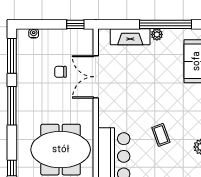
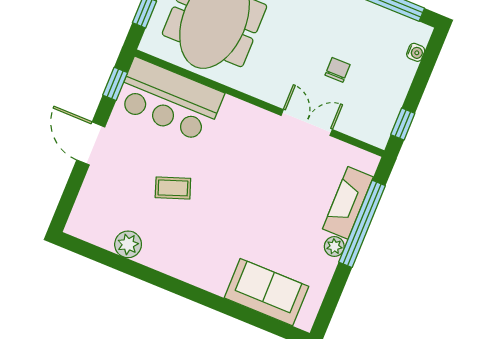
window: (166, 24) -> (362, 224), moved
double door: (96, 77) -> (307, 122), width x0.73

